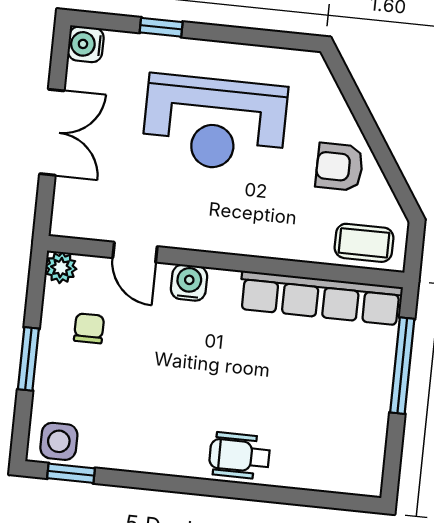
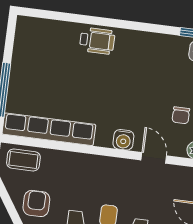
armchair: (339, 167) -> (36, 203), turned -90

